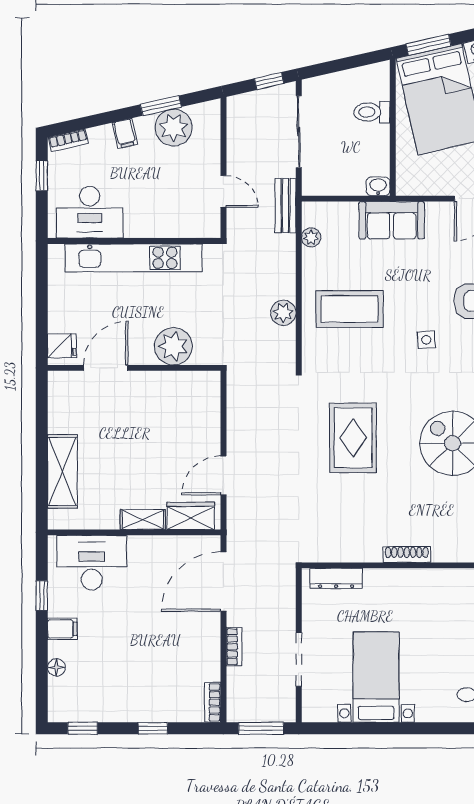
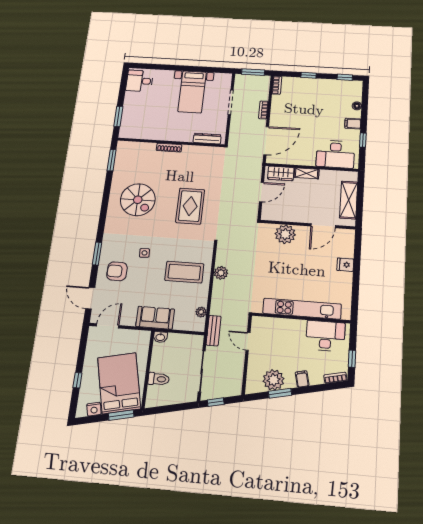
plant: (173, 346) -> (285, 234), moved
door: (106, 368) -> (323, 226), moved
wall: (134, 368) -> (308, 225), moved

